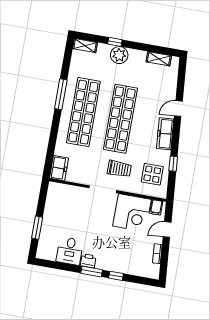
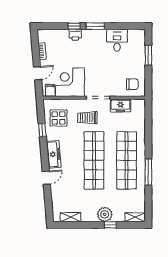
freezer: (59, 168) -> (120, 106), moved, turned -90
chair: (61, 198) -> (132, 84), added
printer: (88, 261) -> (75, 35), moved

